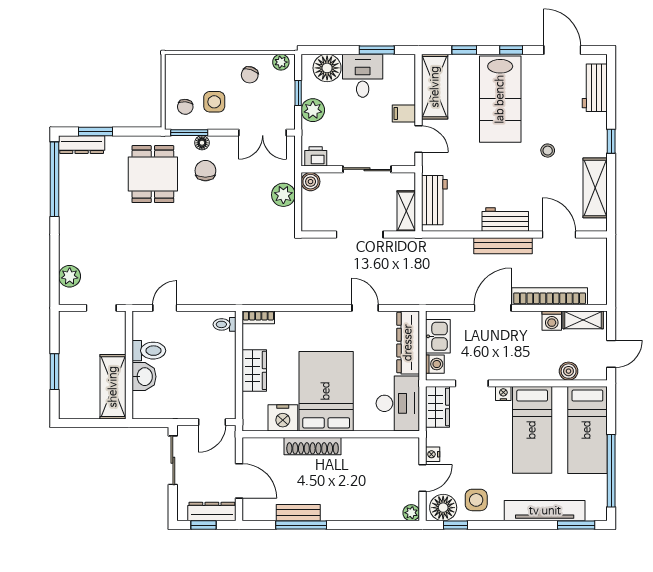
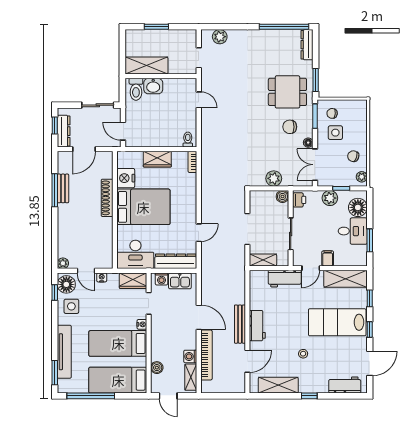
window: (95, 132) -> (316, 80), moved
floor lamp: (202, 143) -> (308, 143), moved
chair: (205, 171) -> (290, 127), turned 180
workbench: (434, 200) -> (285, 279), moved
toilet: (149, 351) -> (136, 89), moved

